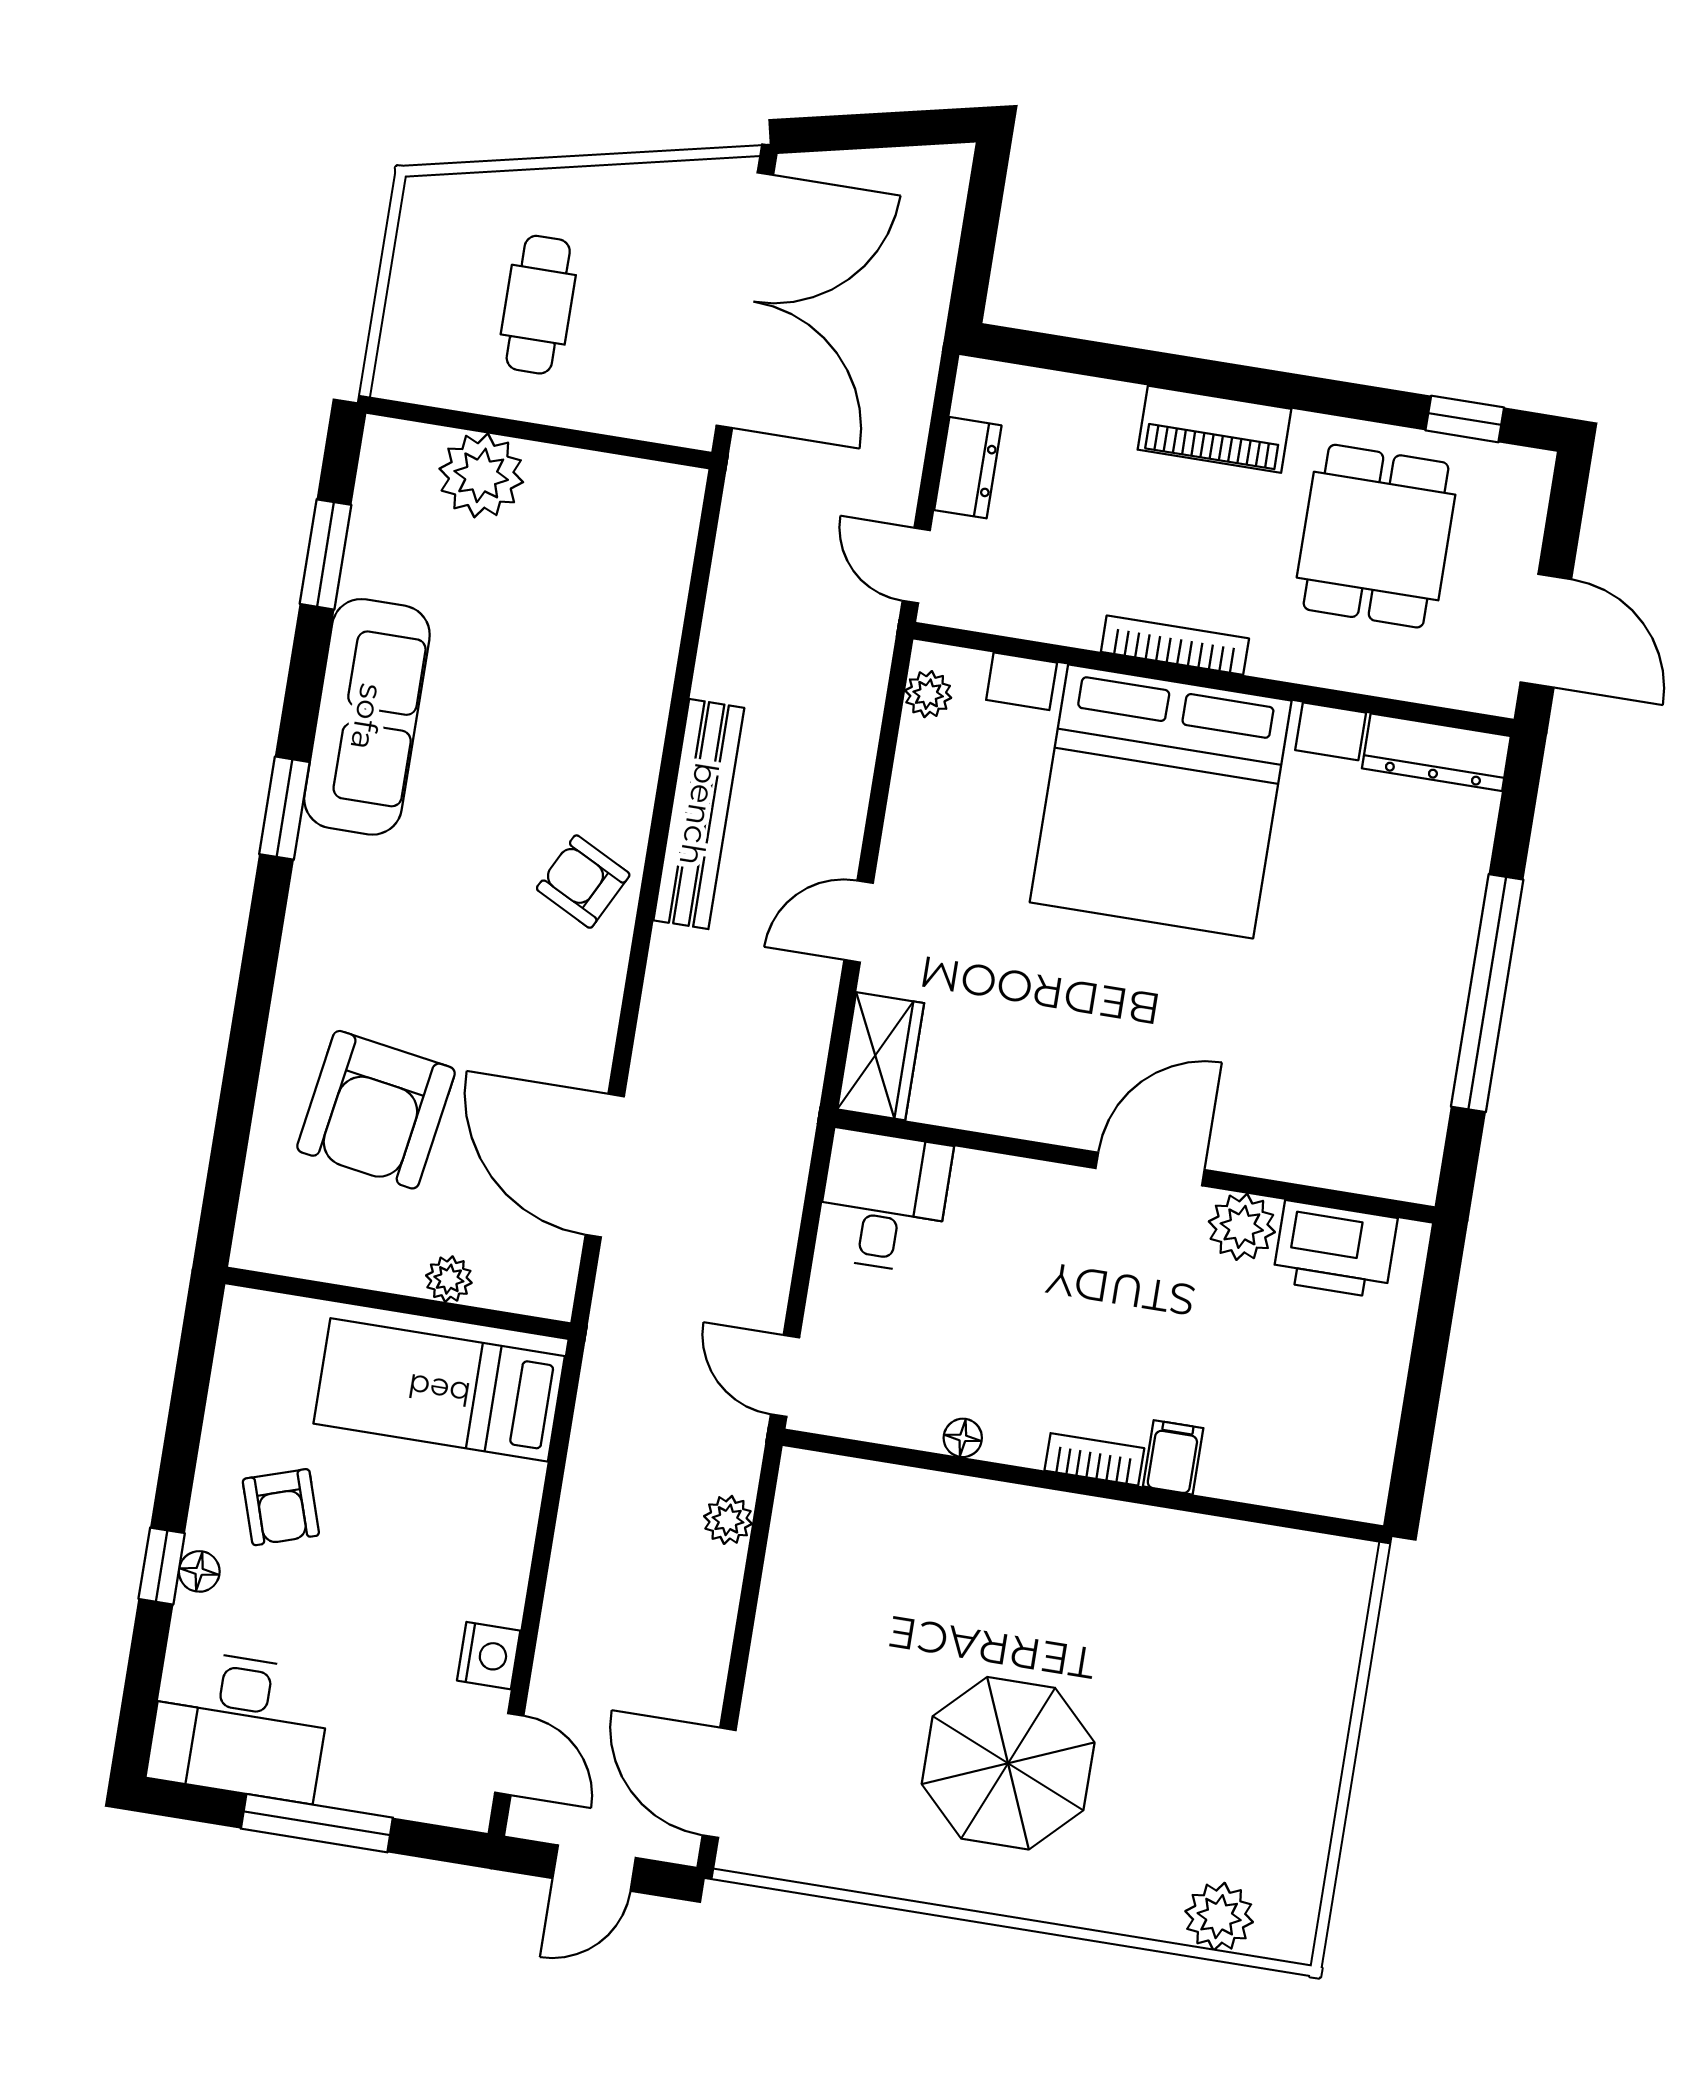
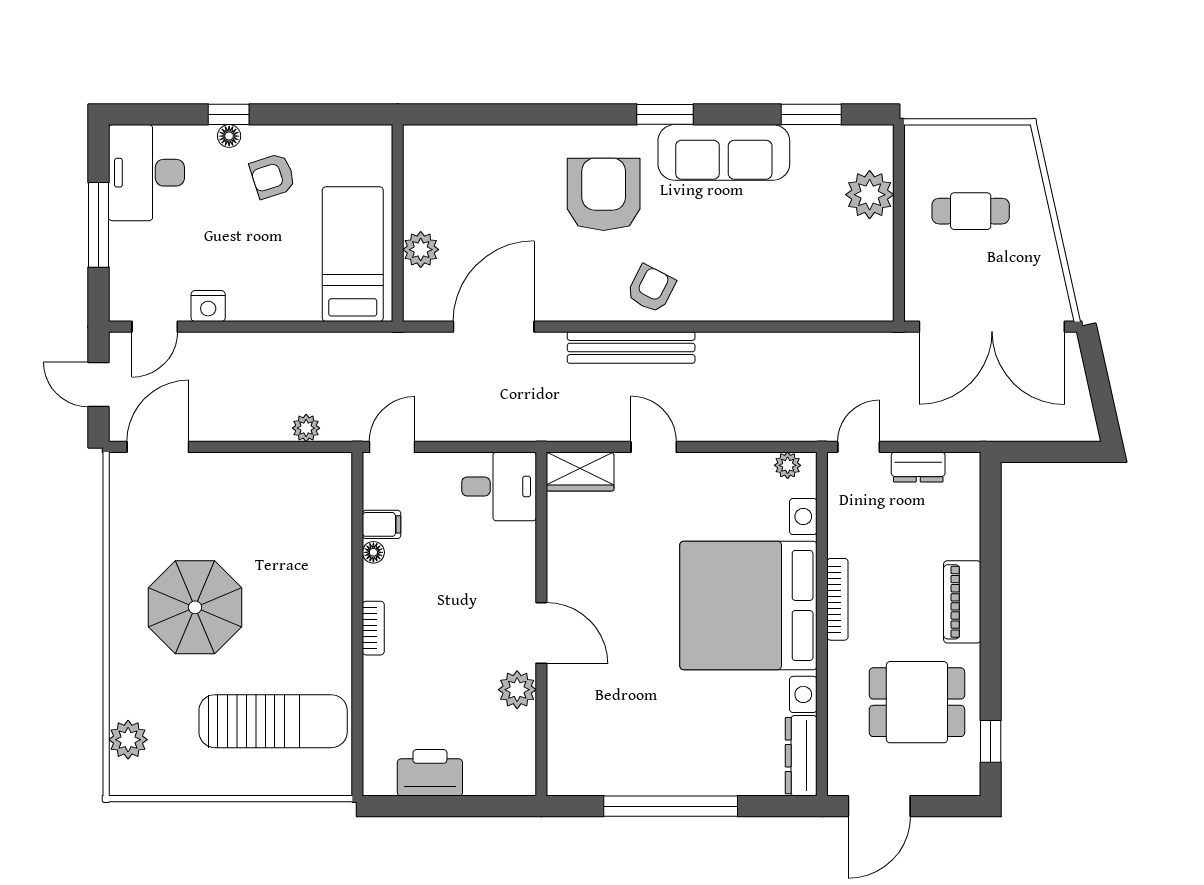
bench: (699, 814) -> (631, 348), moved
armchair: (376, 1110) -> (604, 194), moved, turned 81
printer: (1335, 1250) -> (430, 773), moved, turned 90
plant: (449, 1279) -> (421, 250), width x1.38, depth x1.38
filing cabinet: (1173, 1457) -> (382, 524), moved
sun lounger: (1228, 1660) -> (273, 721), added

